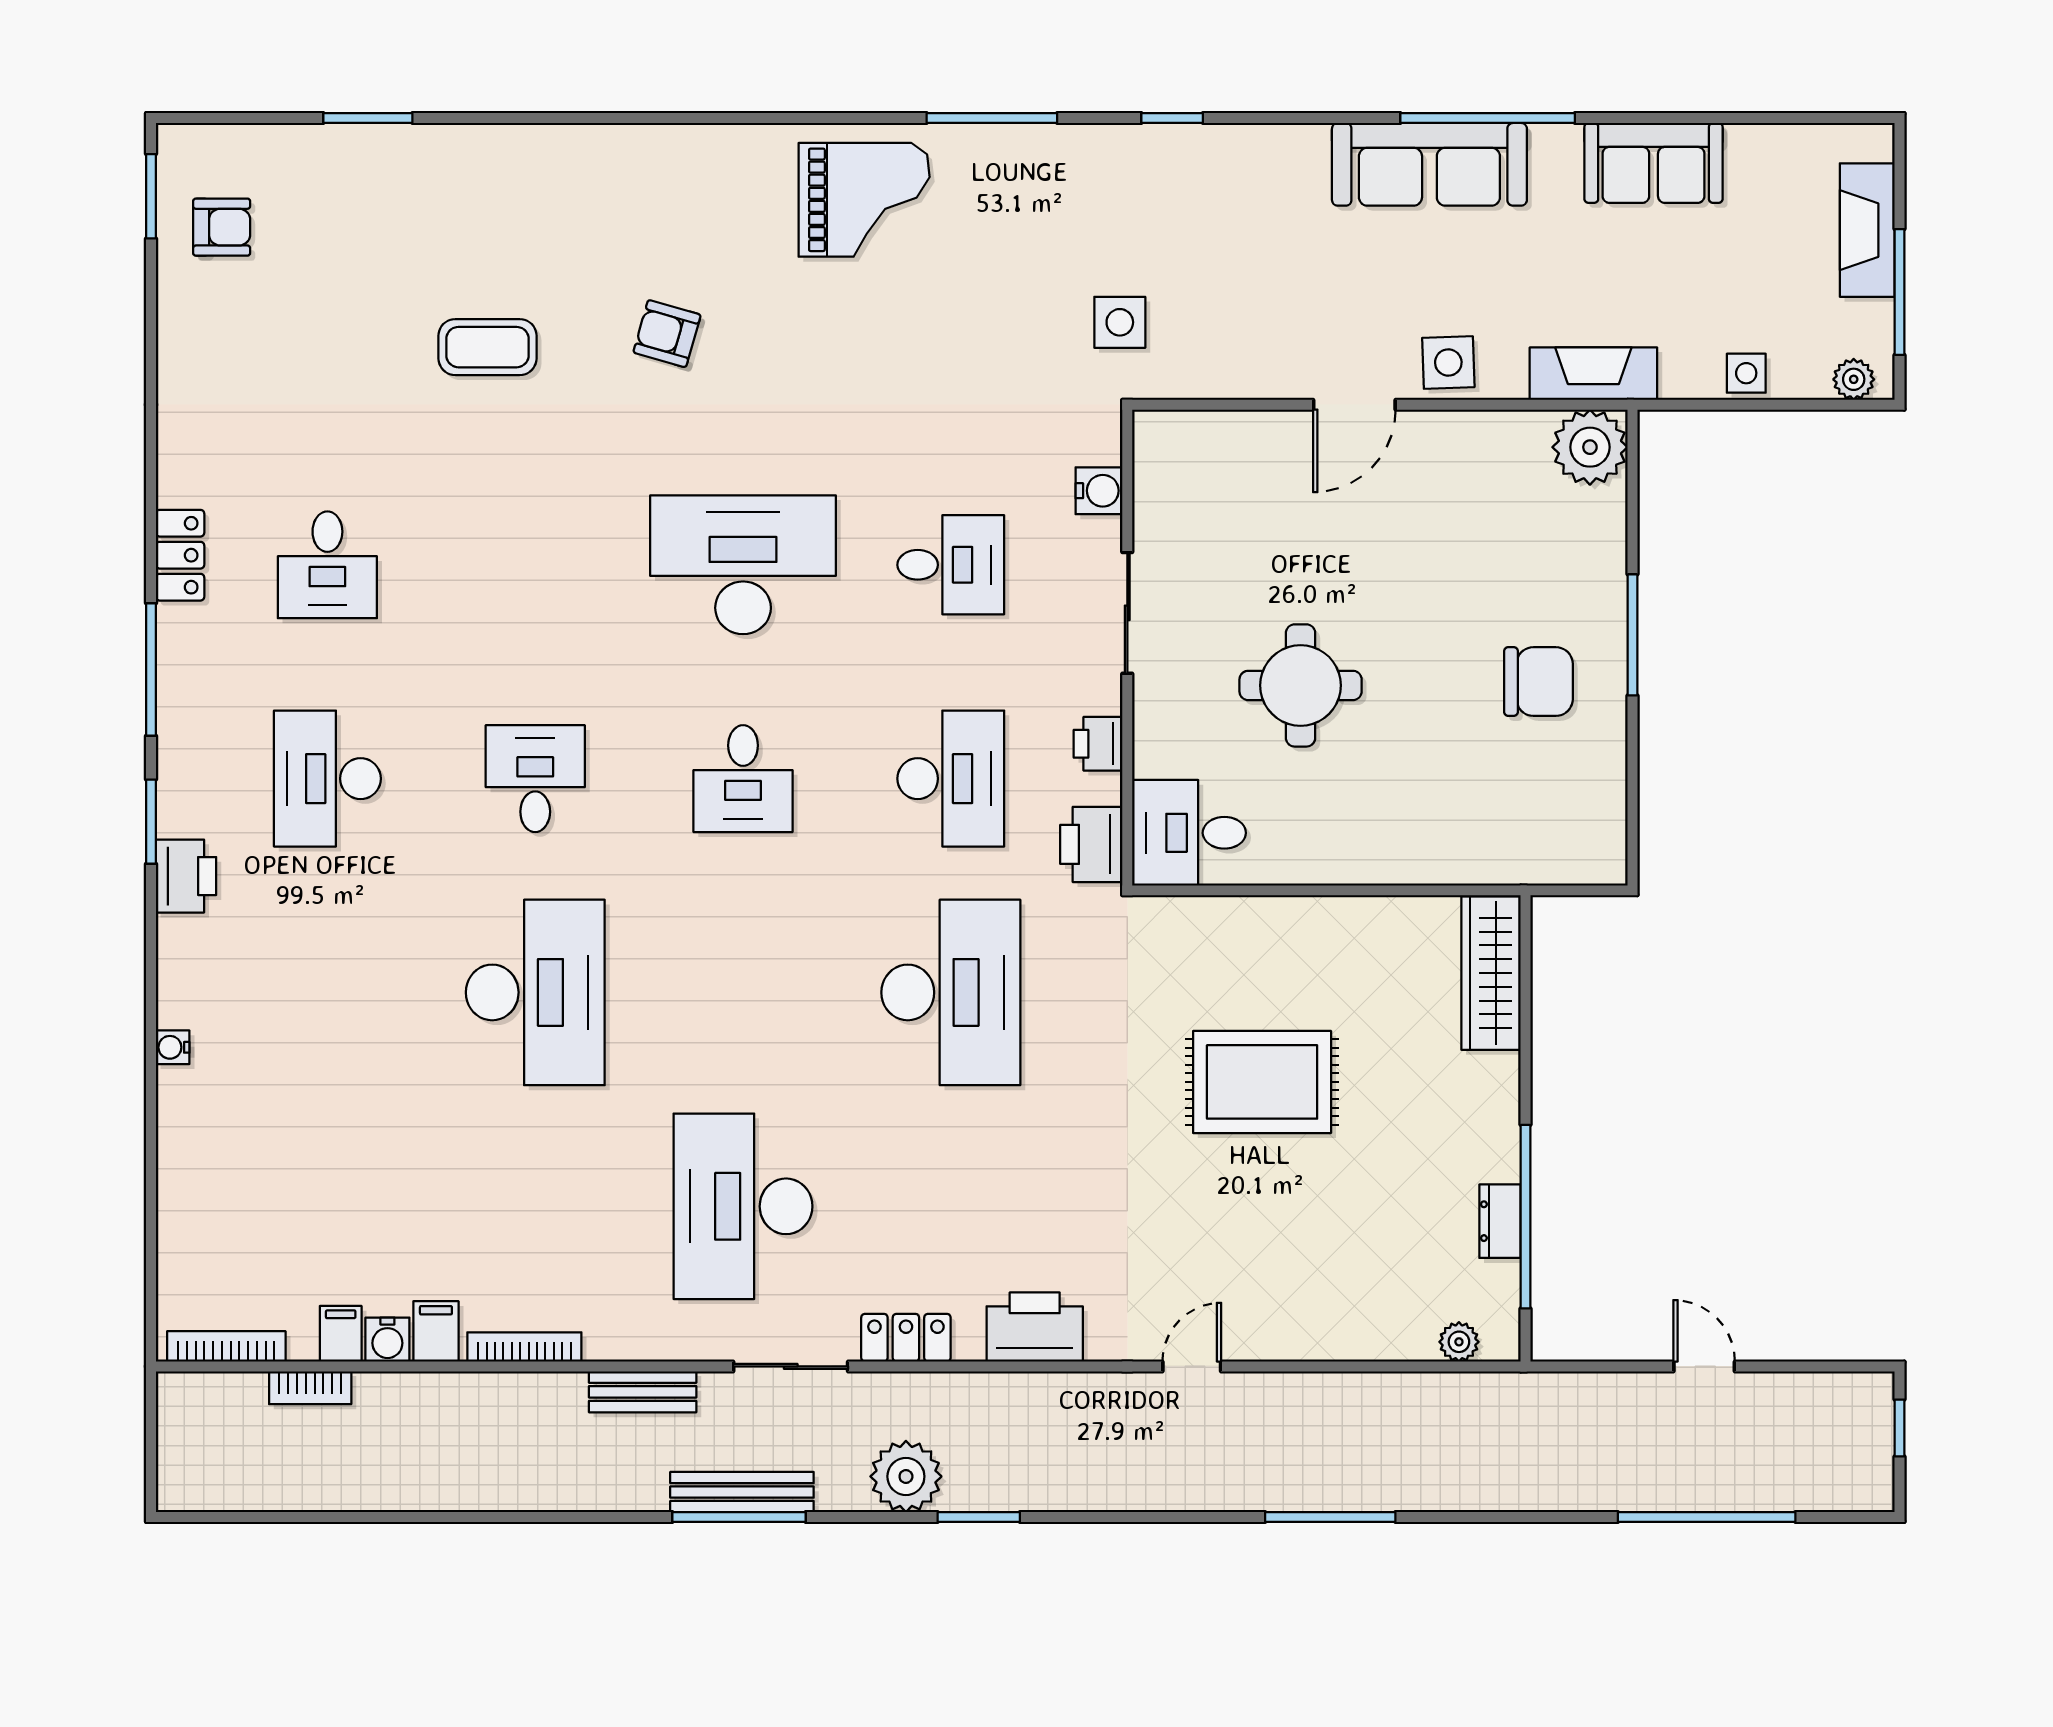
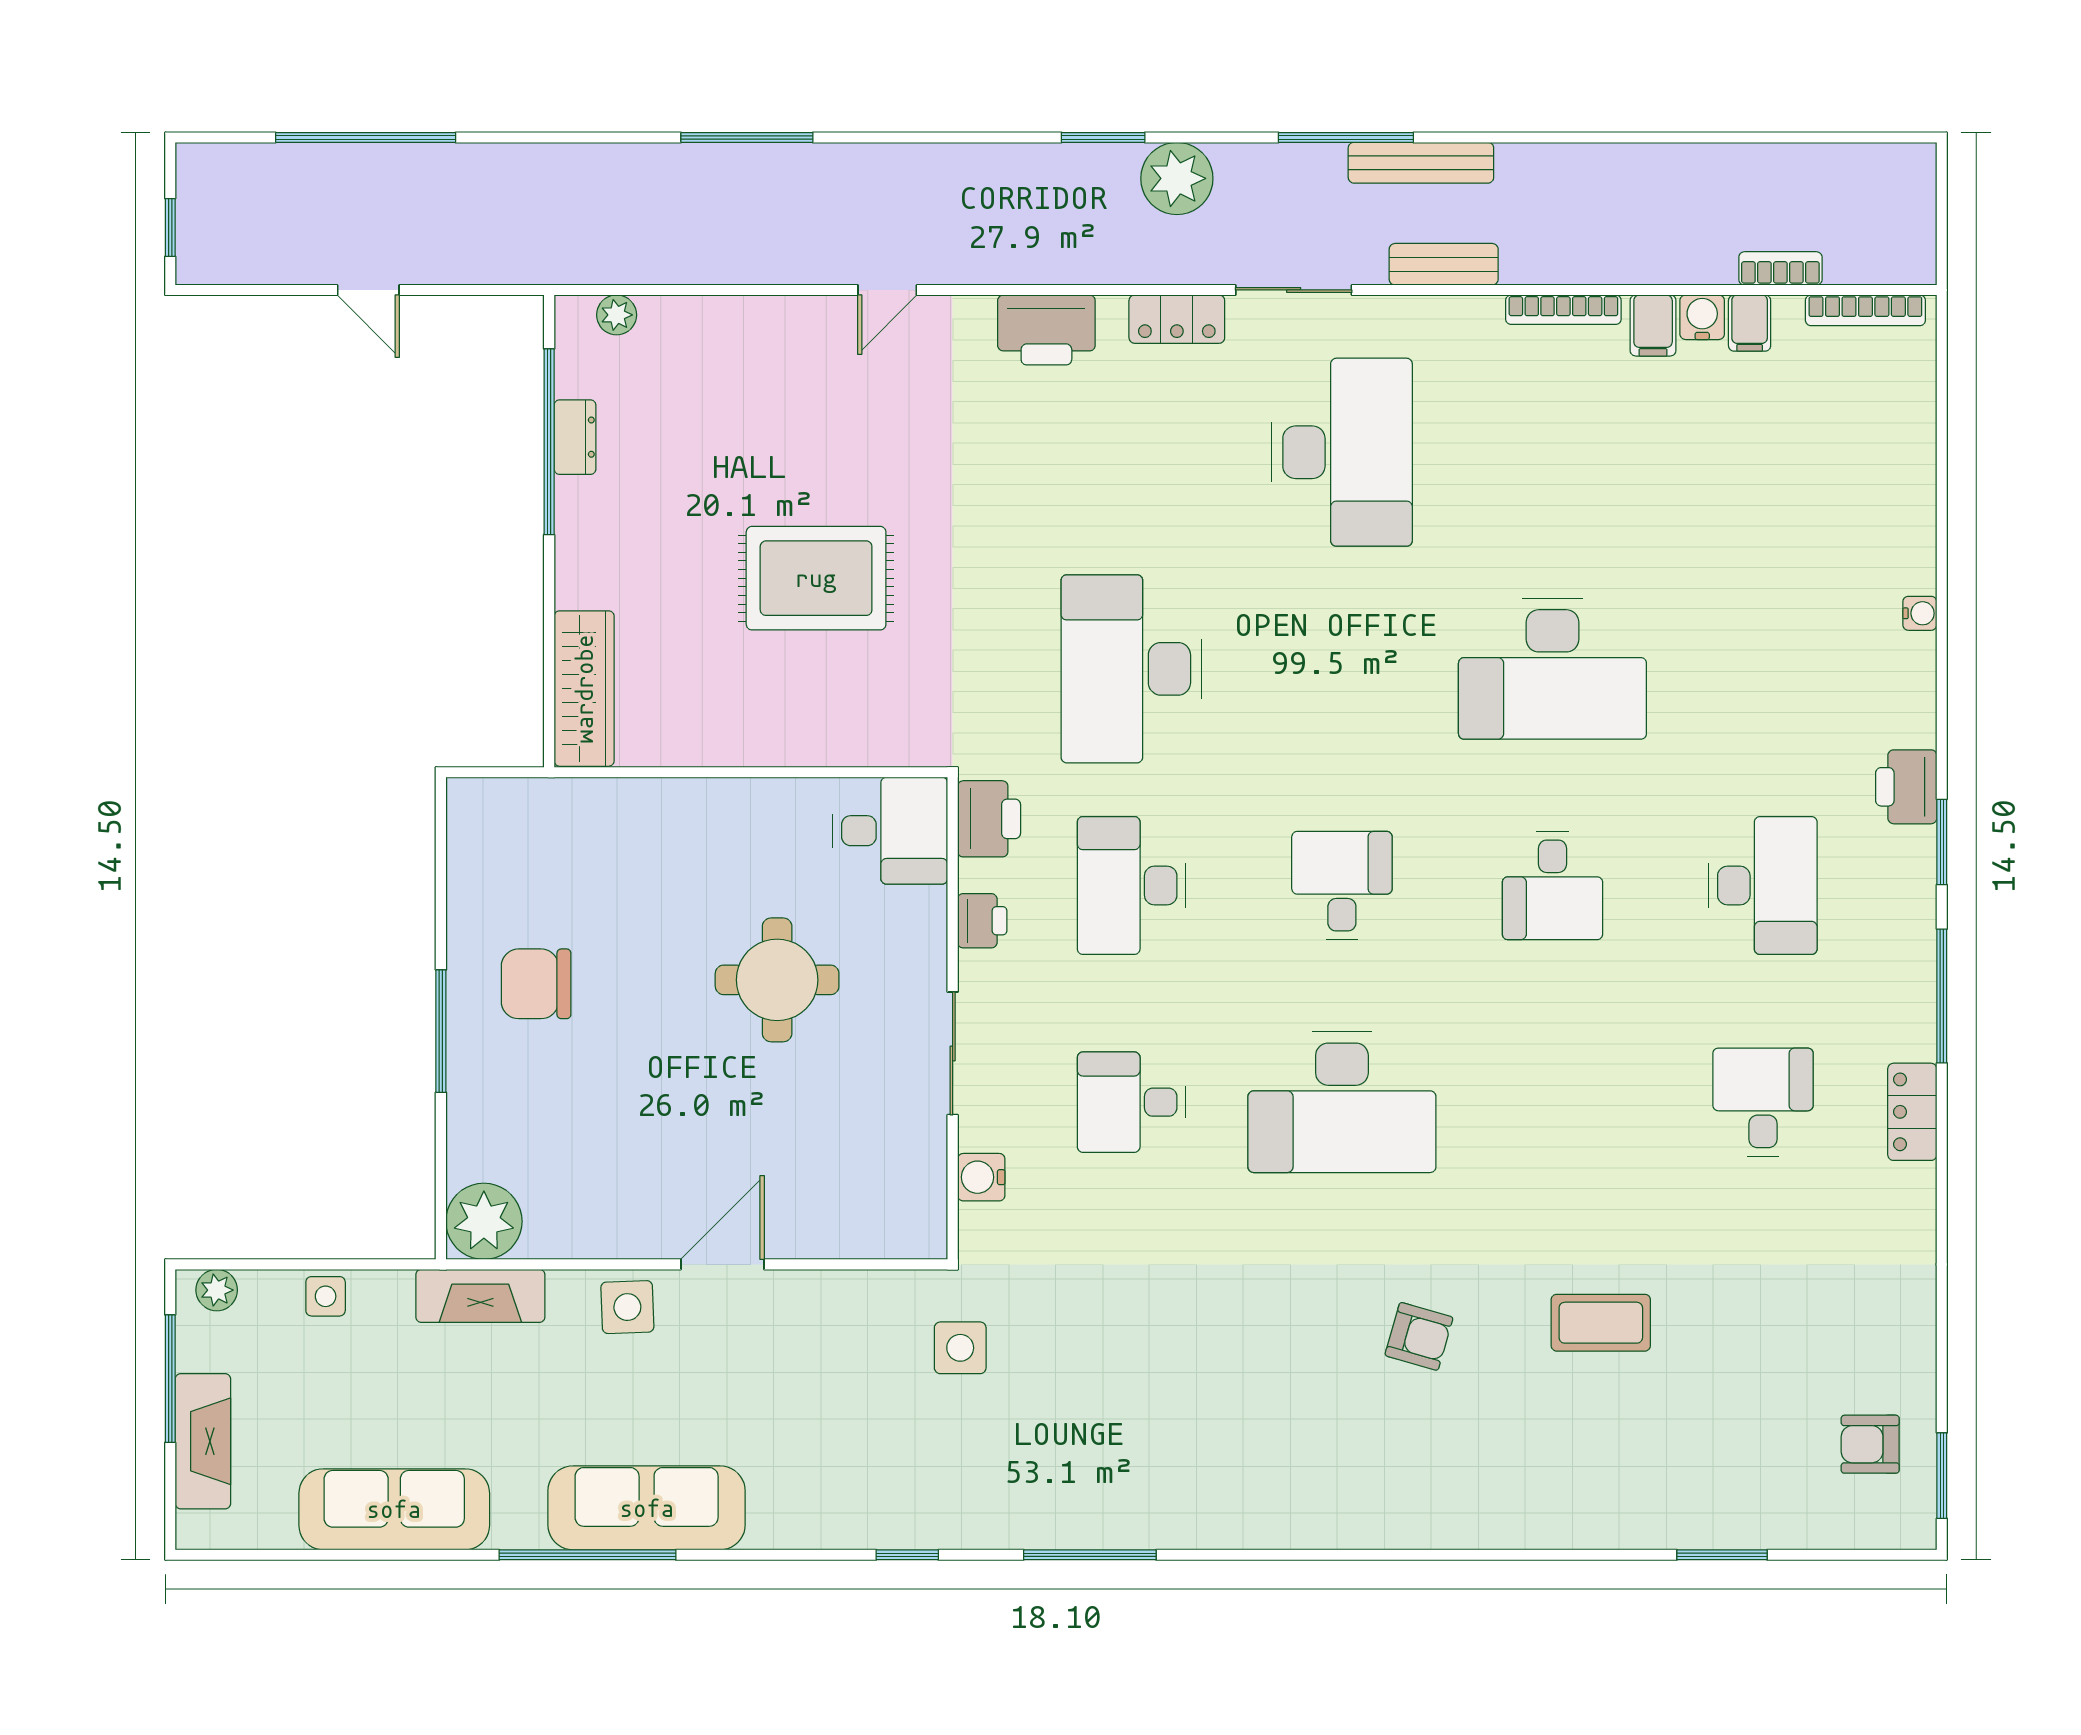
sofa: (1654, 163) -> (394, 1509), width x1.36
grand piano: (864, 200) -> (1219, 1472), removed
desk: (535, 992) -> (1552, 669), turned -90
bench: (742, 1492) -> (1421, 163), moved

